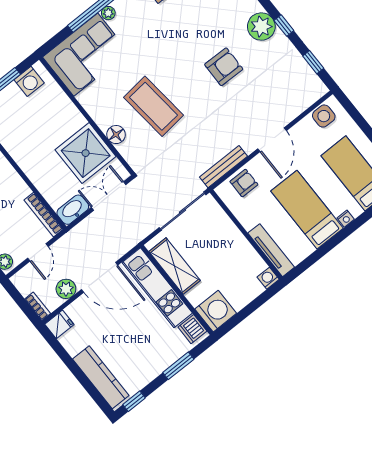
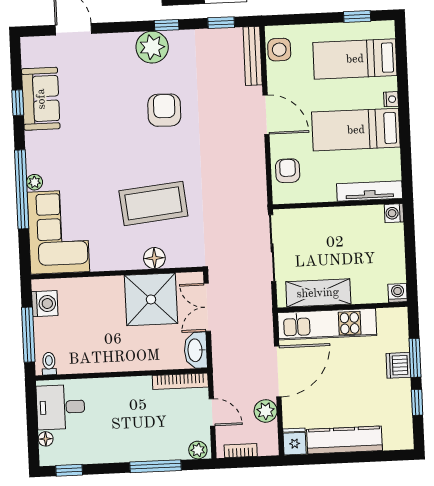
bench: (223, 167) -> (253, 56), moved
bookcase: (38, 306) -> (241, 451), moved
washing machine: (216, 311) -> (398, 293), width x0.53, depth x0.53
dishwasher: (192, 329) -> (398, 365), moved, turned 90
kitchen counter: (101, 377) -> (345, 440), moved
window: (134, 401) -> (417, 402), moved

